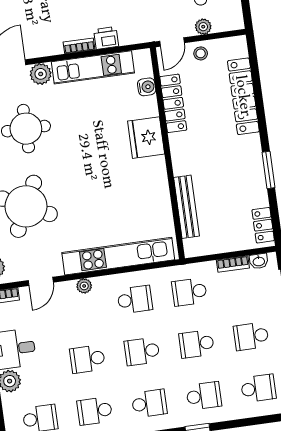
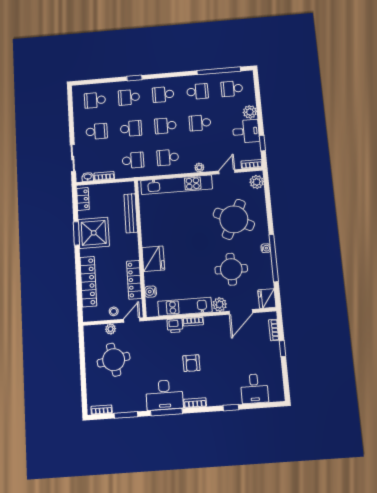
shower: (242, 172) -> (94, 233), added
school desk: (142, 351) -> (165, 126), turned 180
school desk: (87, 359) -> (200, 123), turned 180

